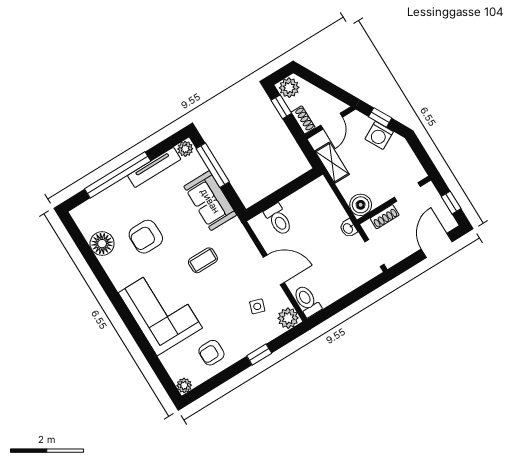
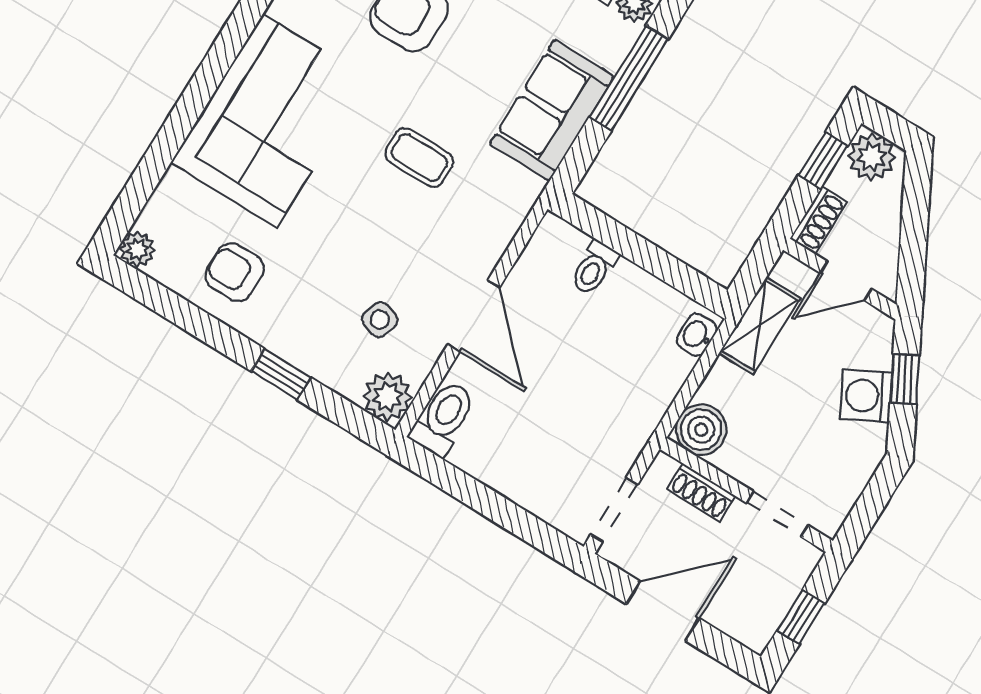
toilet: (278, 220) -> (594, 268), width x0.73, depth x0.72
washbasin: (348, 228) -> (697, 335), moved
door: (437, 245) -> (663, 611), moved

